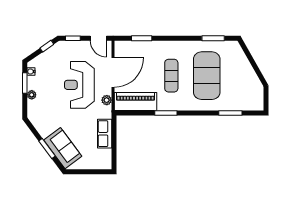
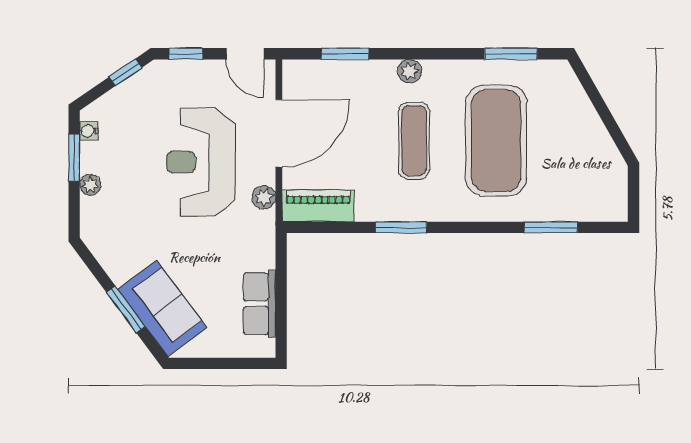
plant: (169, 46) -> (410, 71), added
piano: (136, 102) -> (318, 206), width x0.73, depth x0.75
row of seats: (105, 134) -> (259, 304), moved

